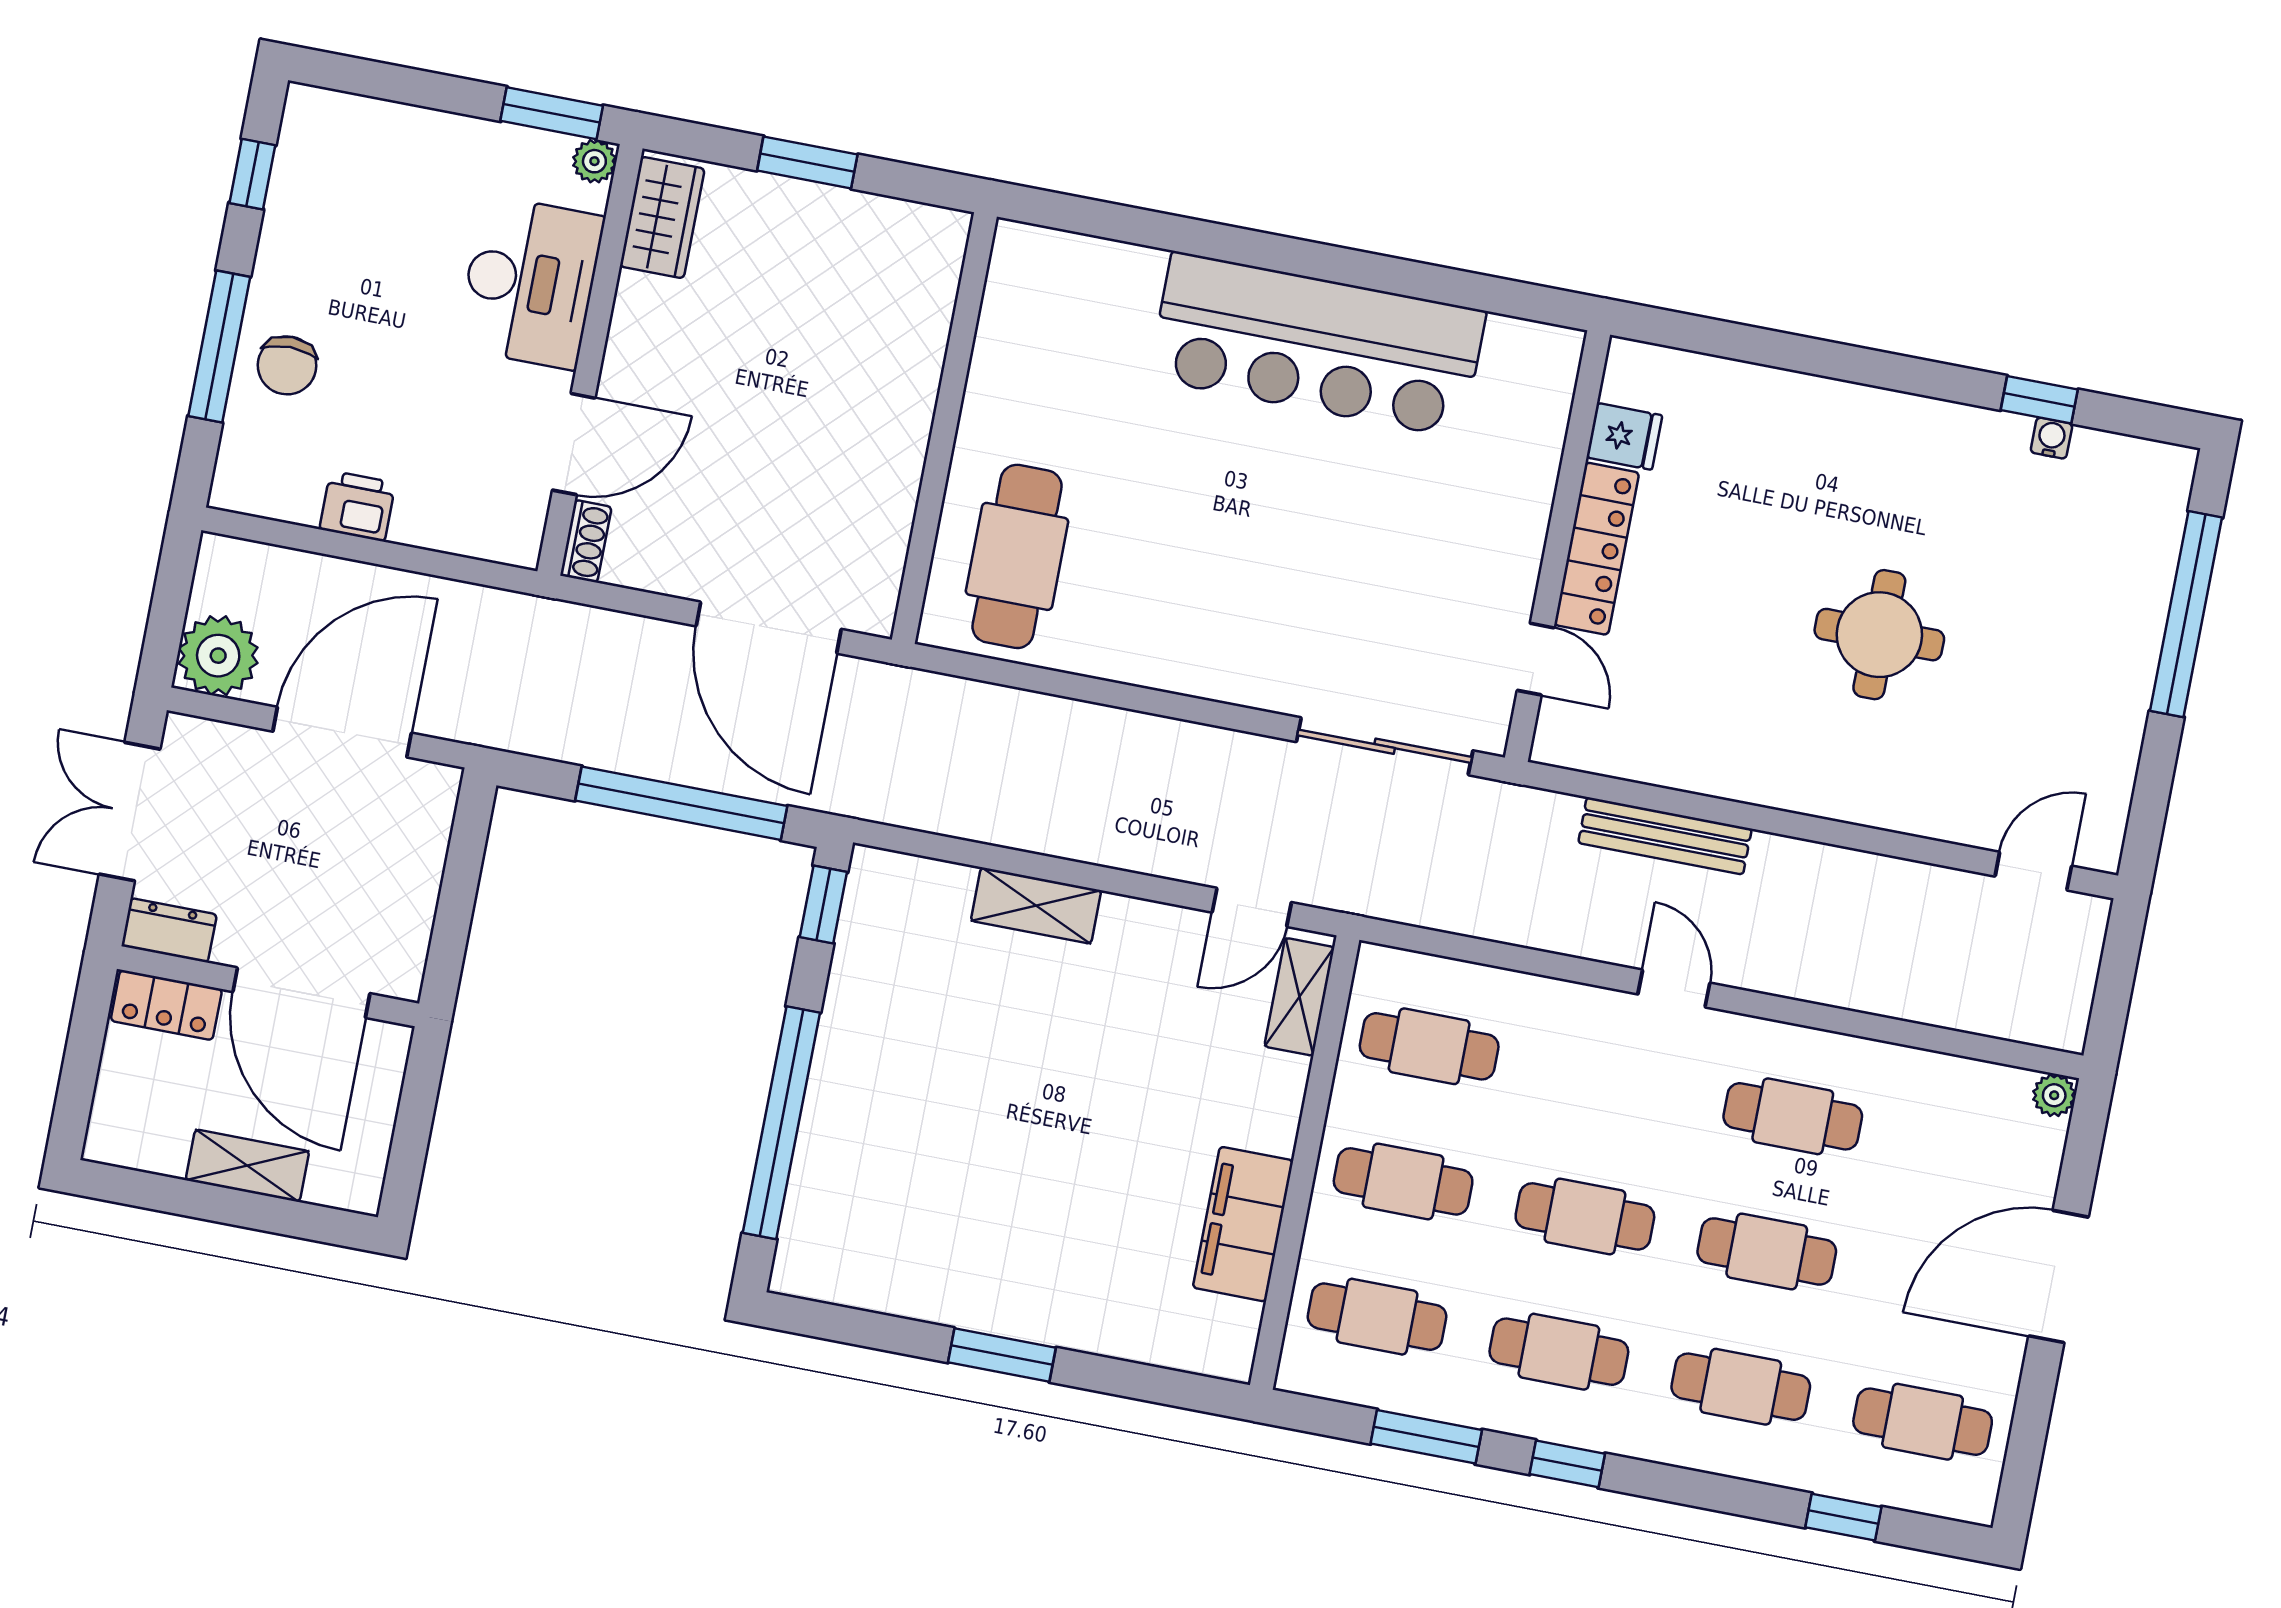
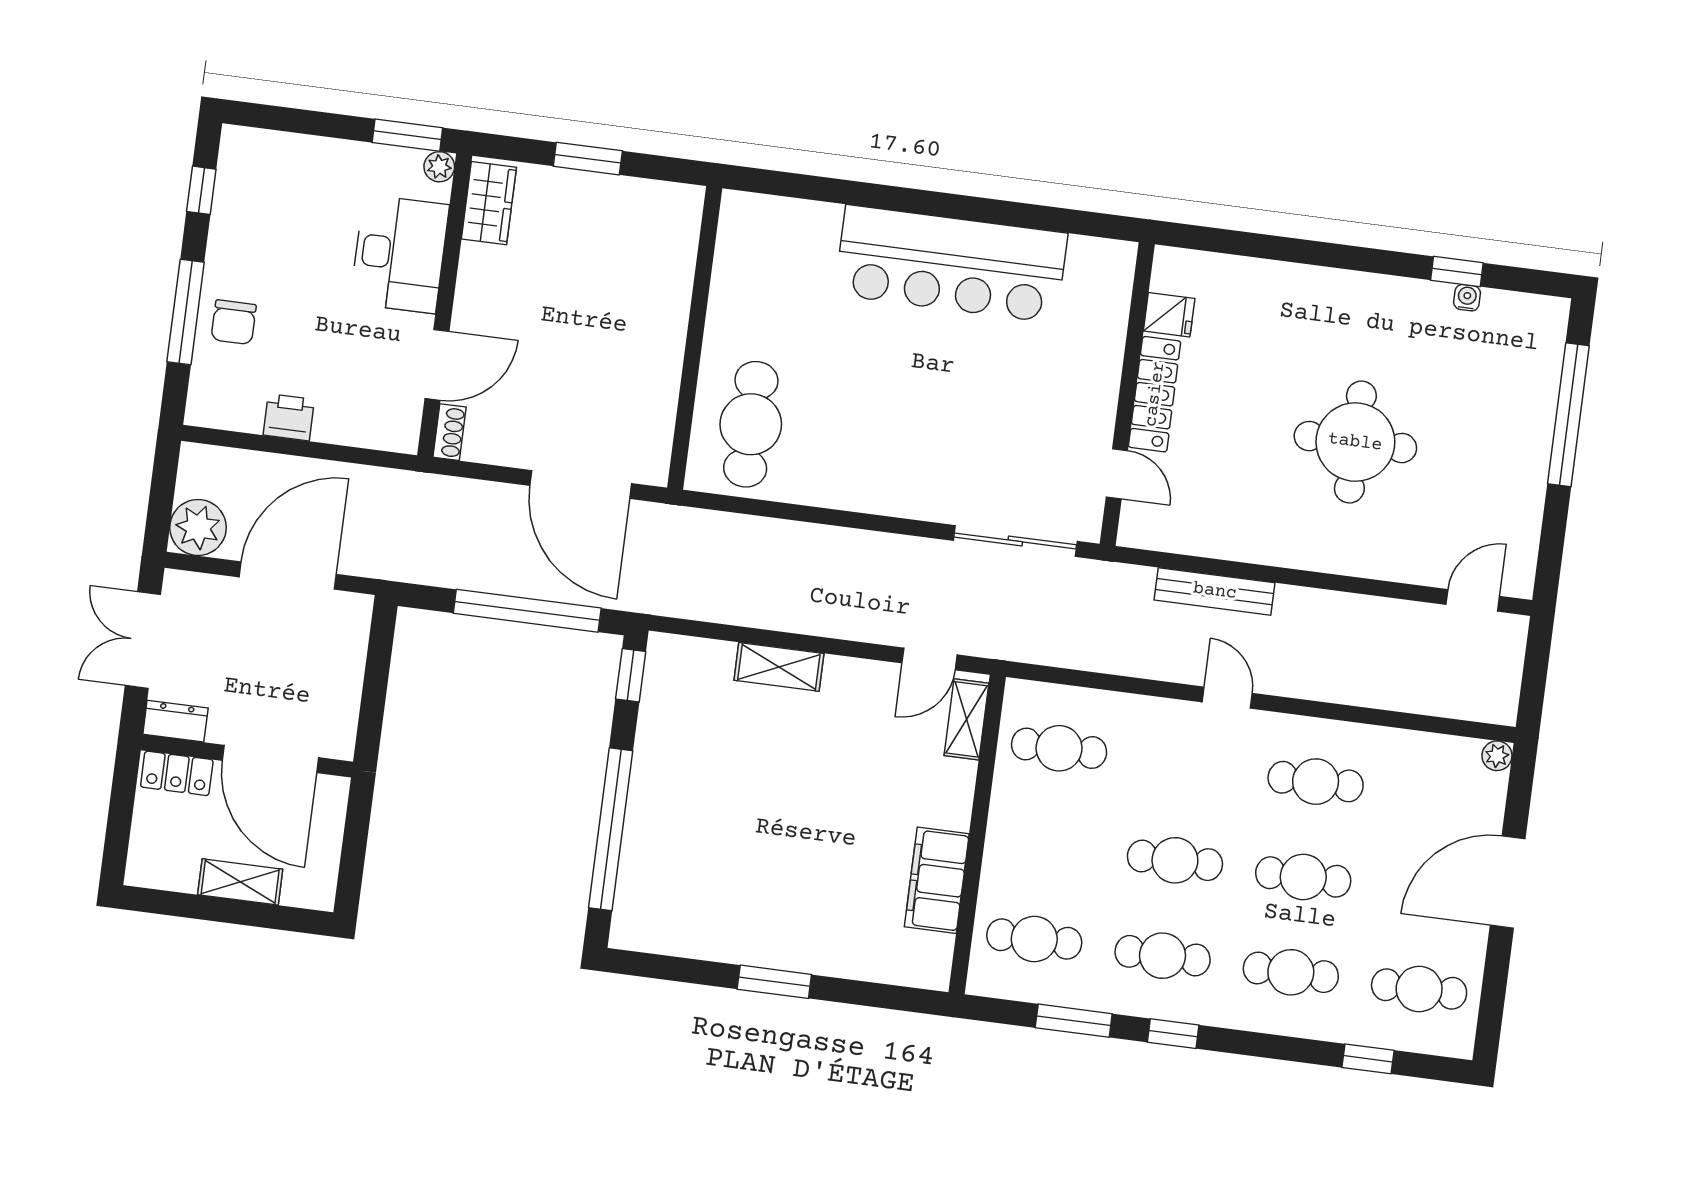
round table: (1879, 635) -> (1355, 442), width x1.36, depth x1.36
cafe table: (1403, 1181) -> (1047, 844), removed

